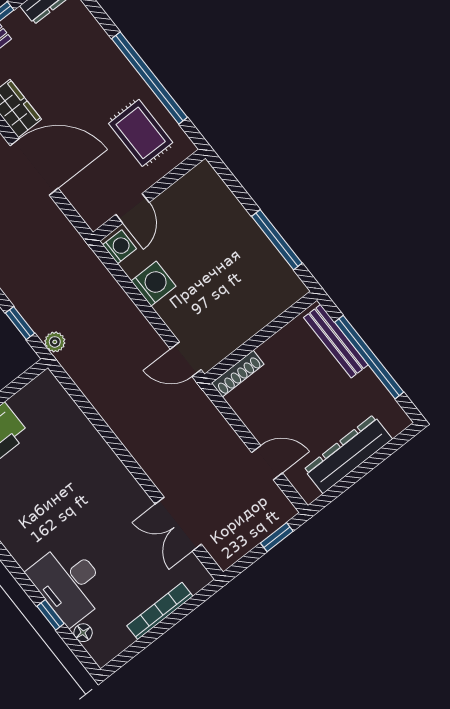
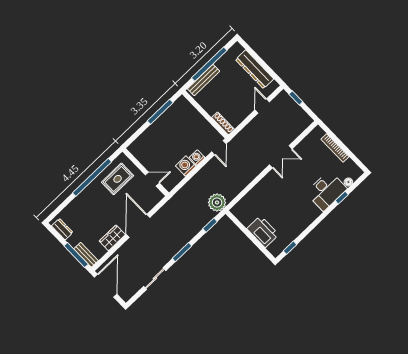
washing machine: (120, 247) -> (197, 158), moved
plant: (55, 342) -> (217, 202), width x1.87, depth x1.87
double door: (178, 524) -> (281, 157), moved

